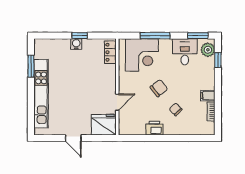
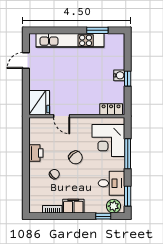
filing cabinet: (208, 96) -> (73, 206), width x2.00
door: (73, 138) -> (26, 61), moved

